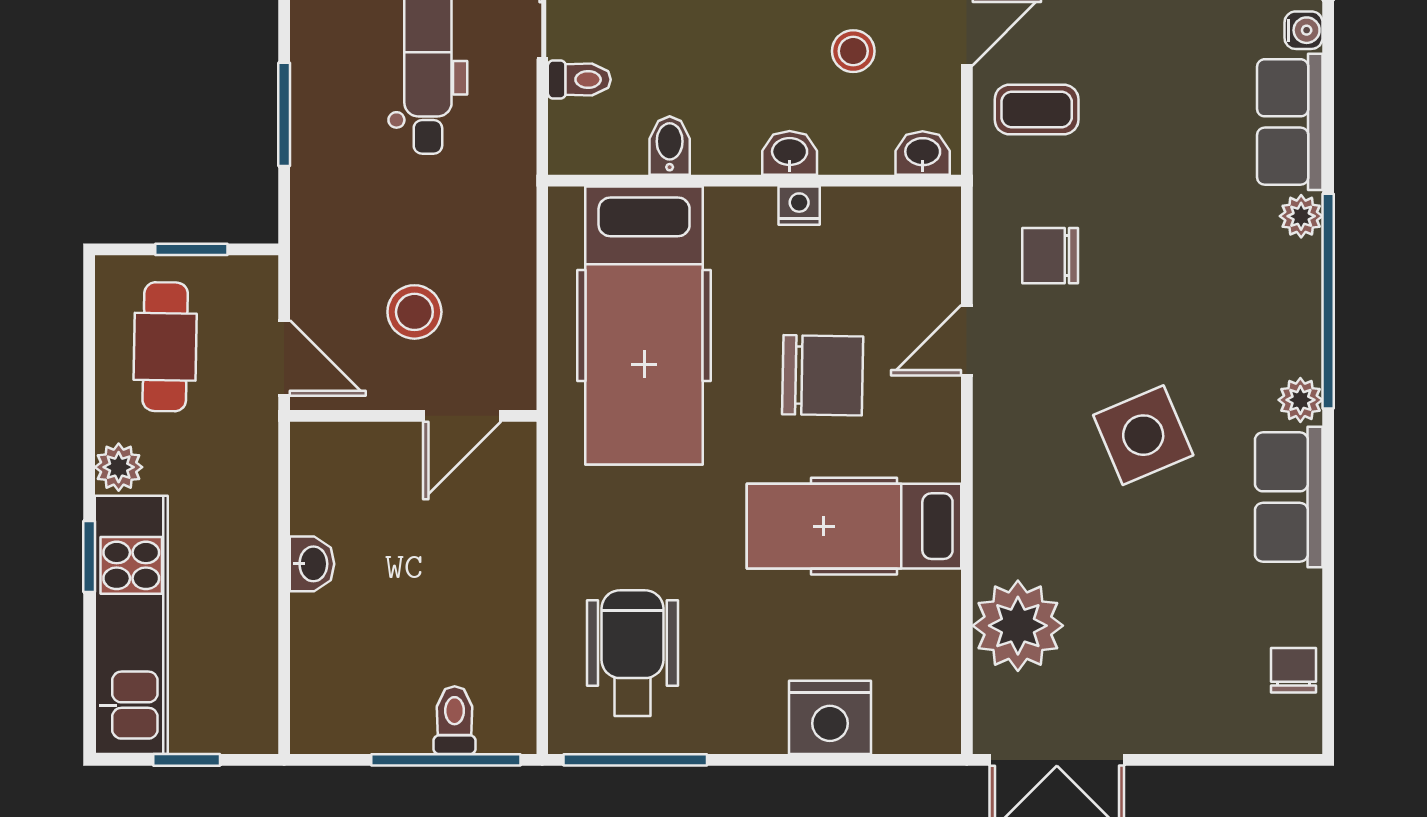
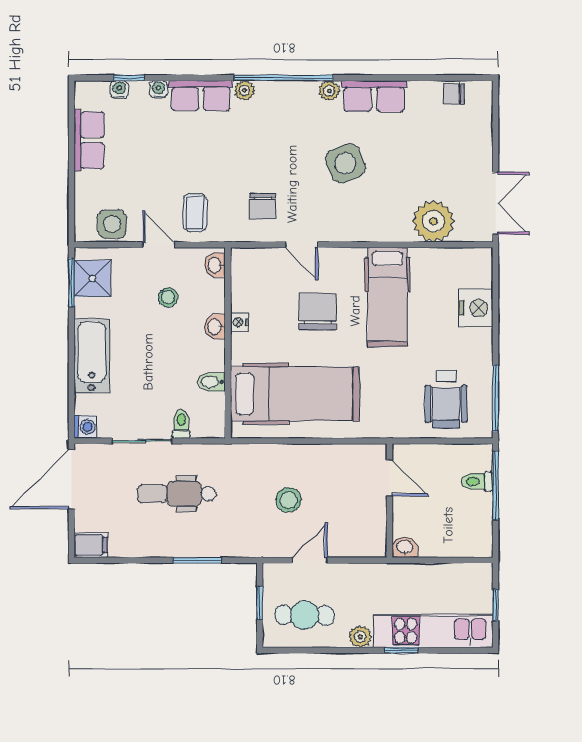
wall: (413, 416) -> (390, 501), moved
door: (462, 416) -> (390, 478), moved
wheelchair: (632, 653) -> (446, 399), turned -90

